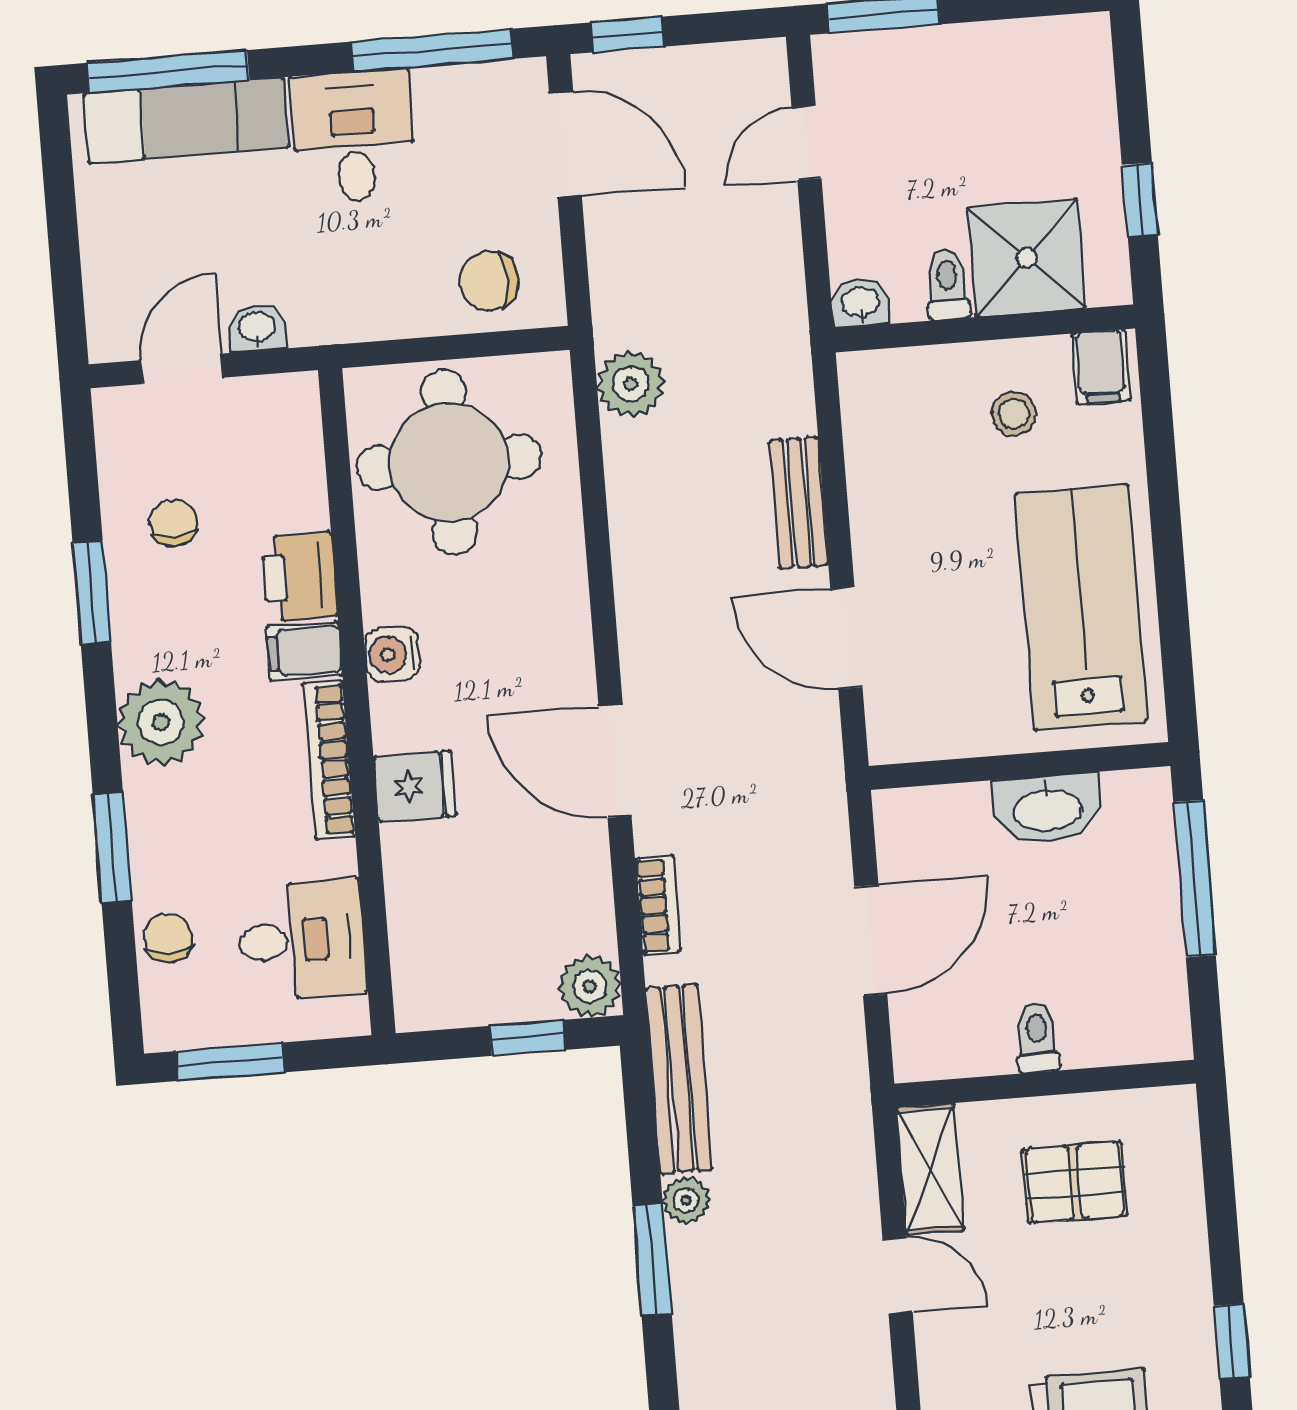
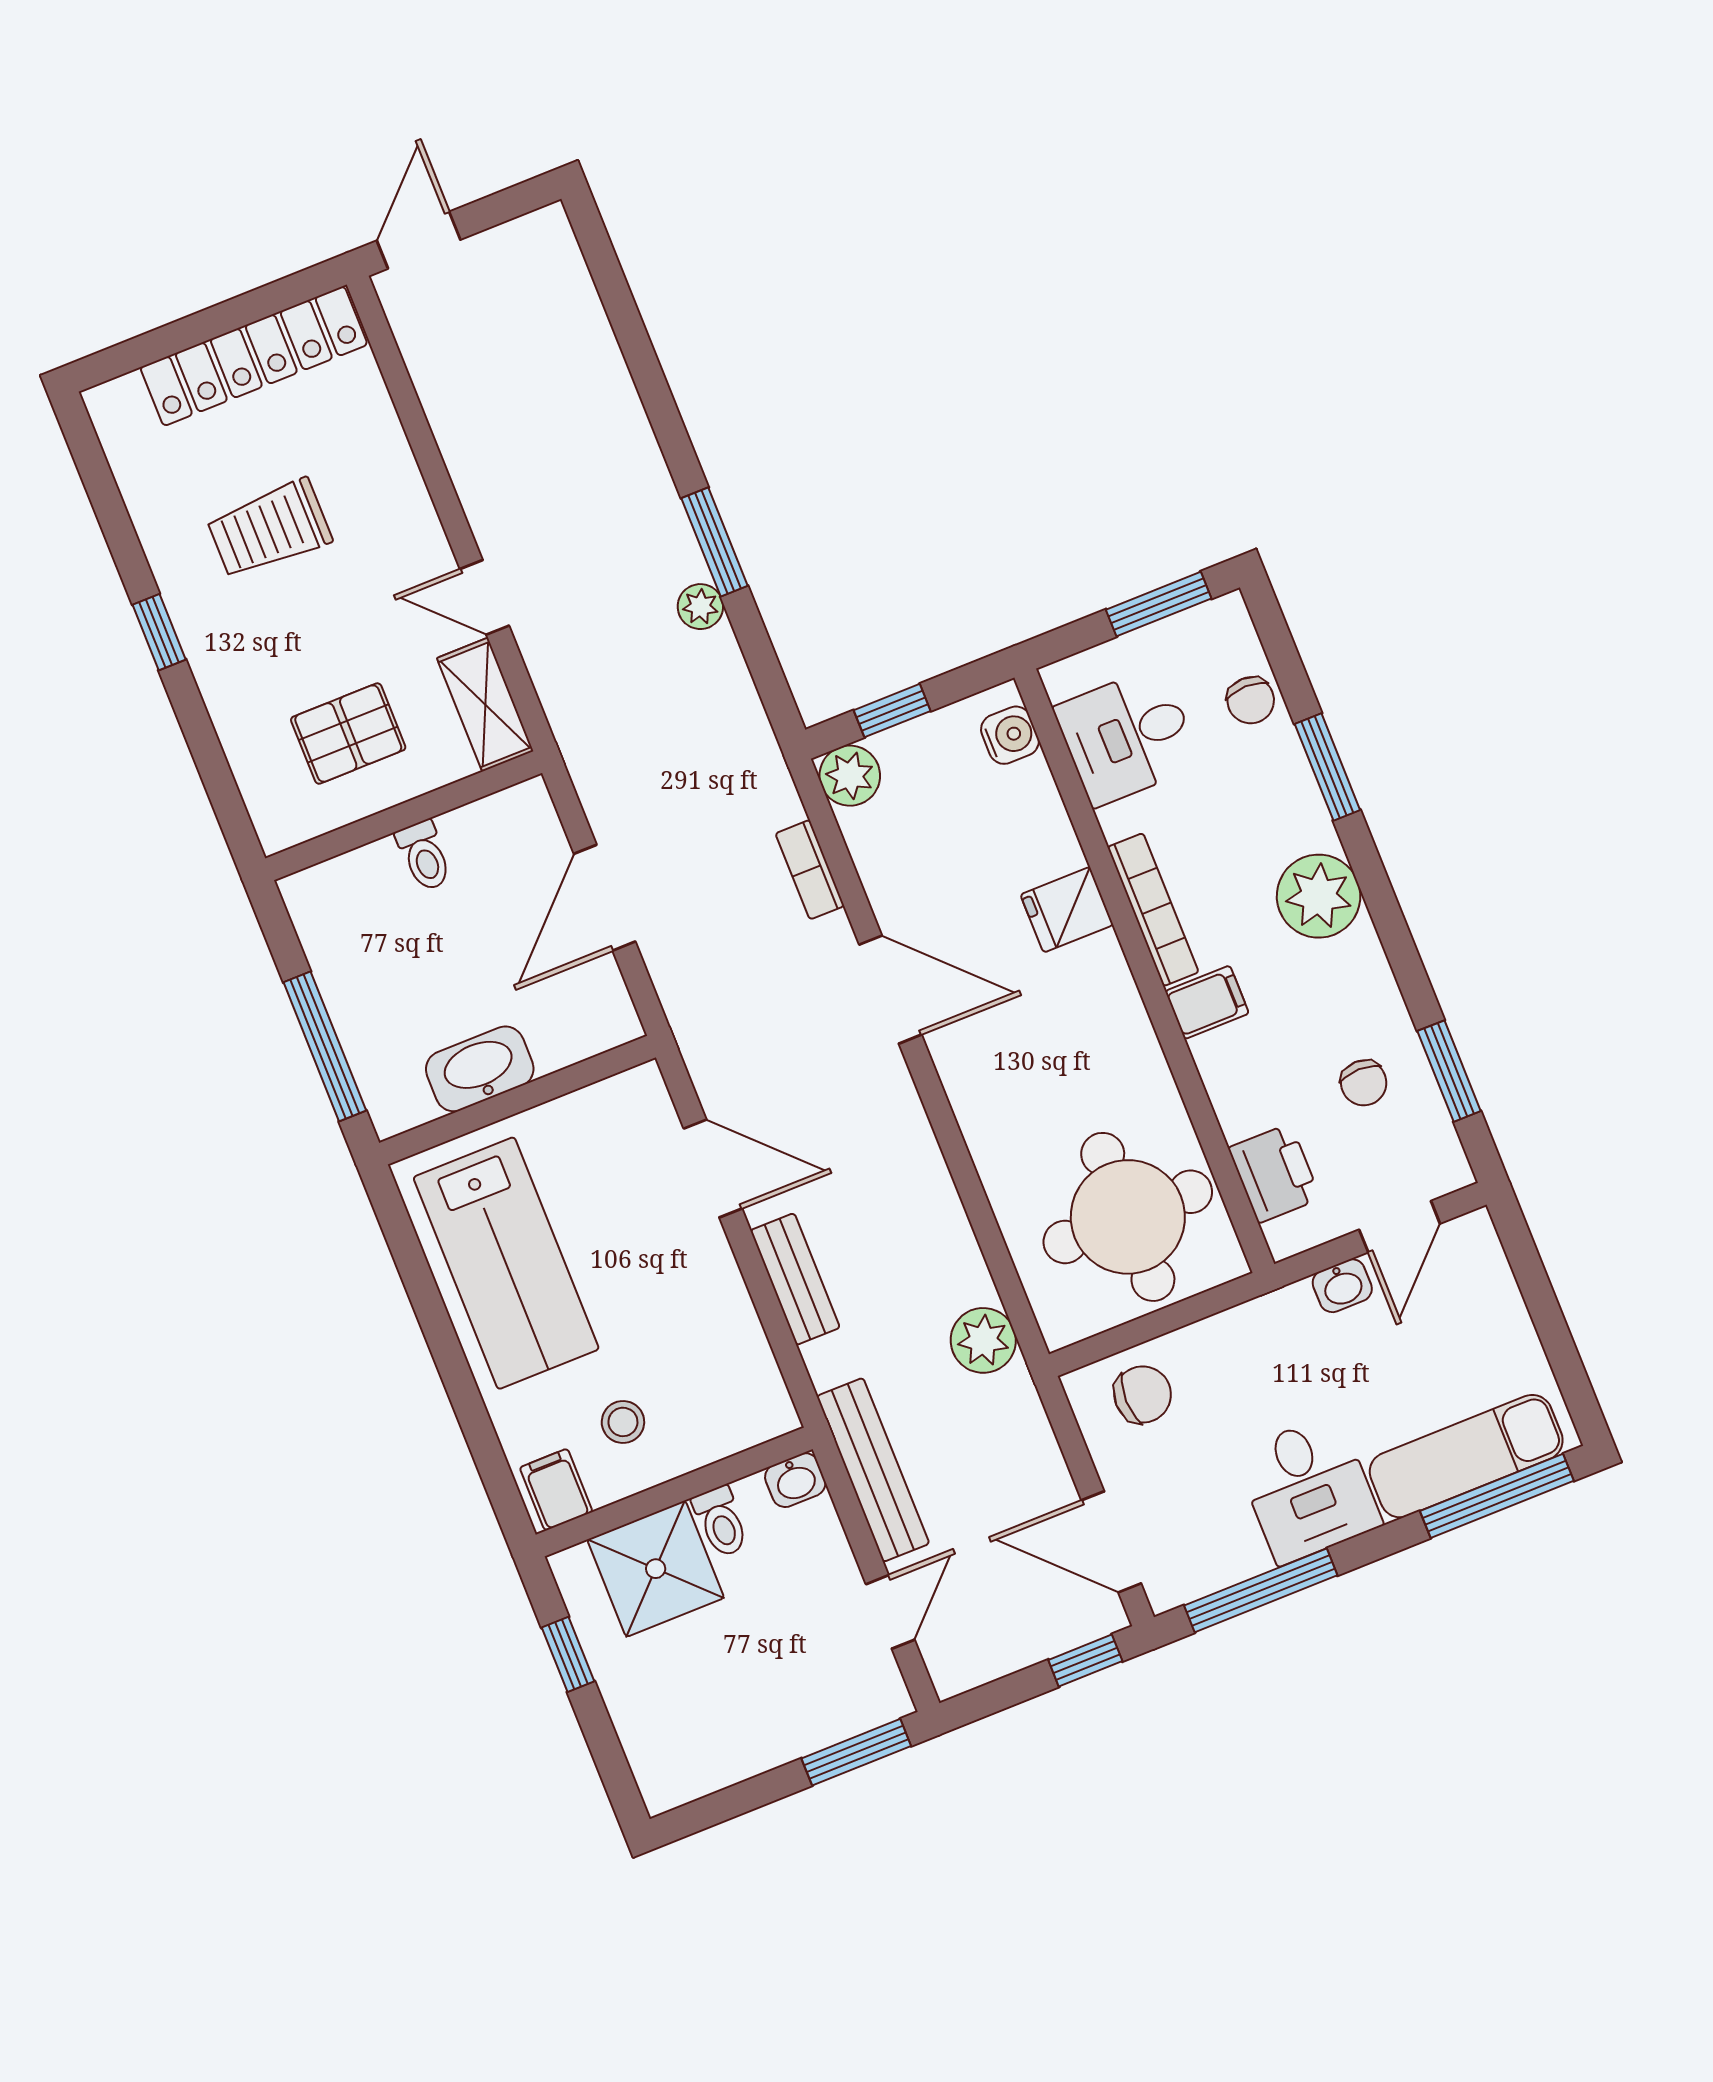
printer: (299, 576) -> (1274, 1173), moved
window: (92, 593) -> (1449, 1071), moved
water cooler: (392, 654) -> (1010, 735), moved
bench: (679, 1079) -> (873, 1470), moved

